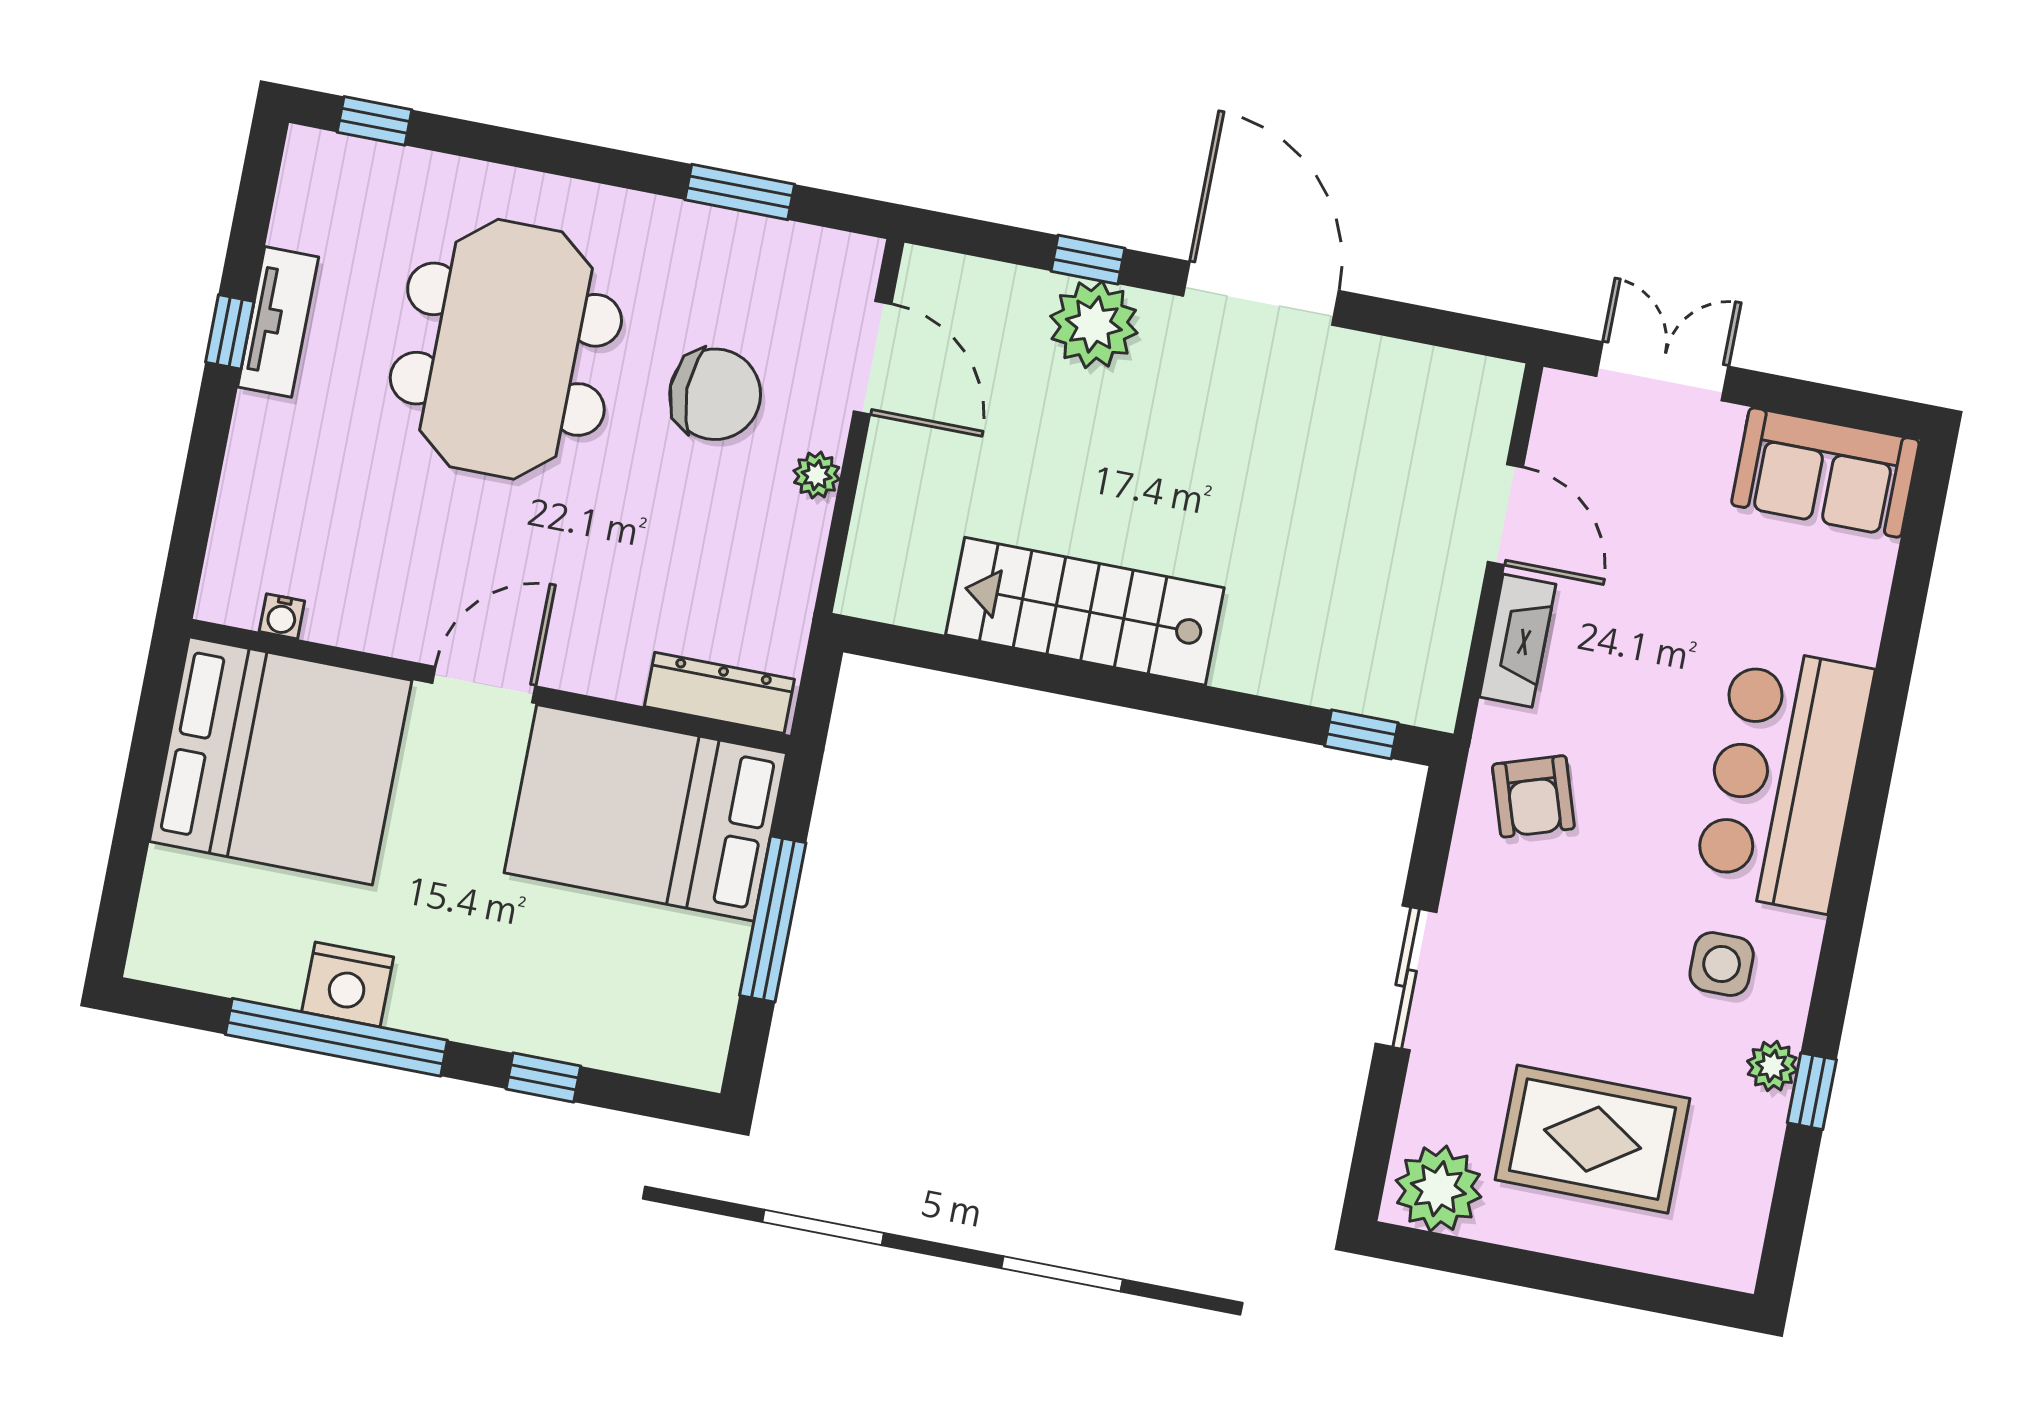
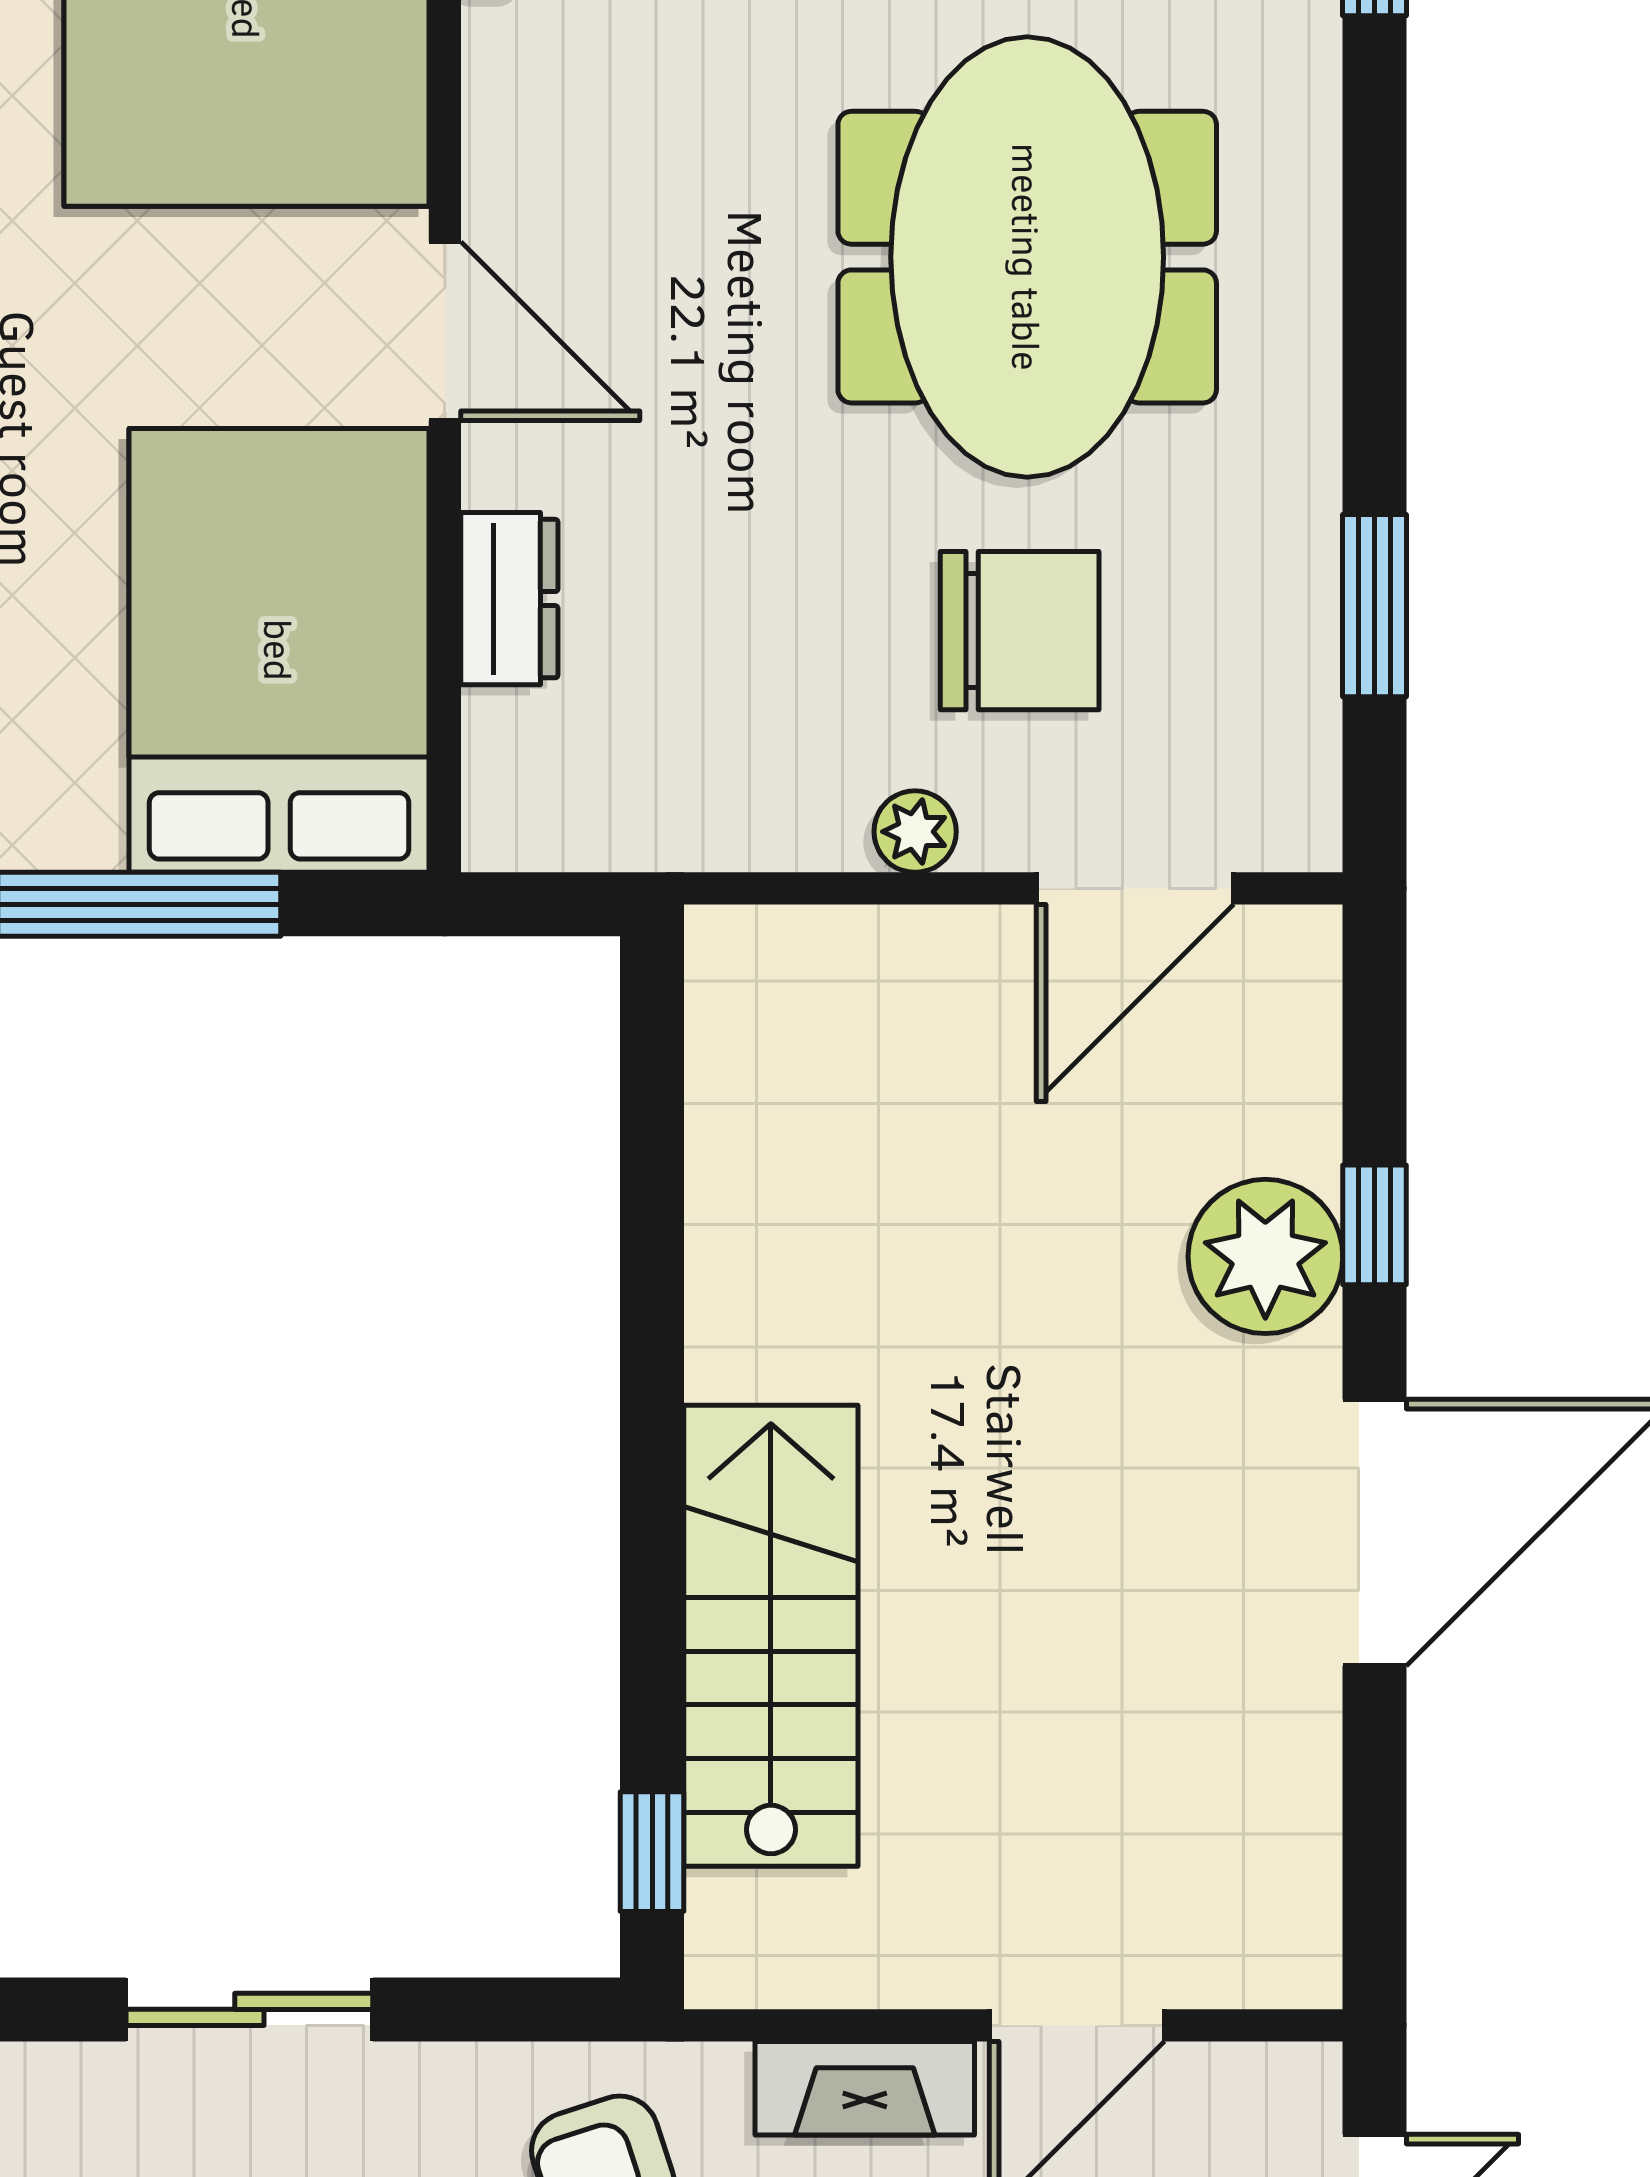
meeting table: (506, 349) -> (1027, 257), turned 90
chair: (715, 394) -> (1020, 631), turned -90
stairs: (1085, 611) -> (771, 1636), moved
dresser: (719, 693) -> (509, 599), moved, width x0.70

